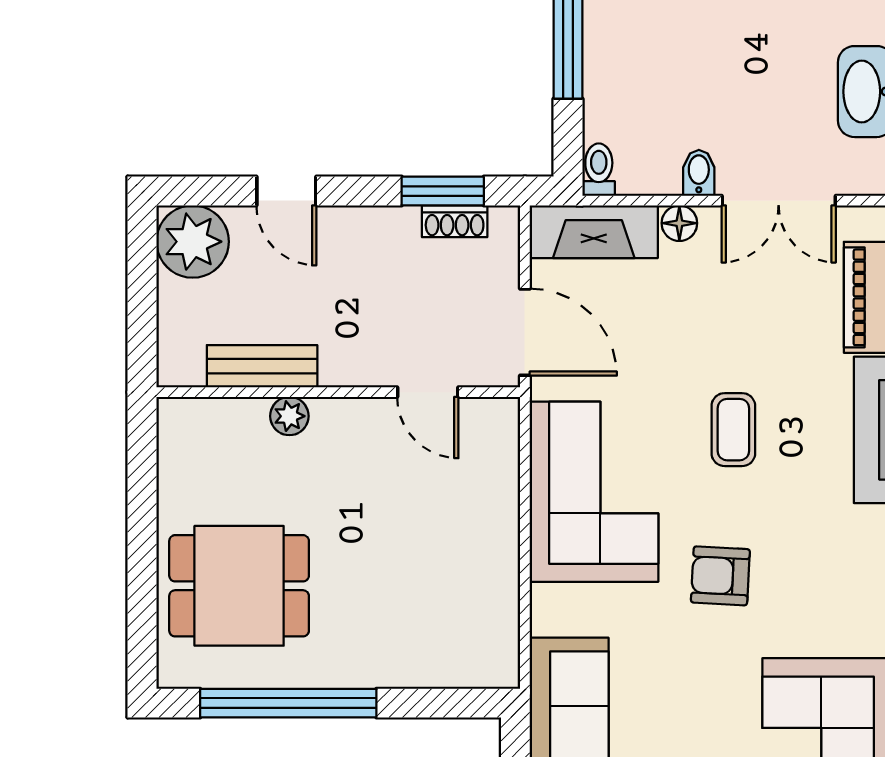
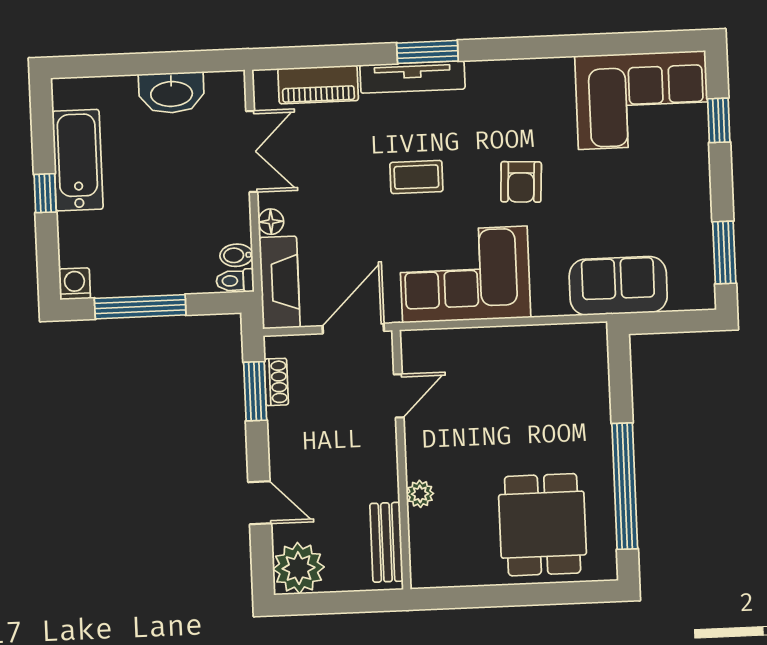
bidet: (699, 173) -> (236, 255), moved
door: (286, 191) -> (260, 503), hinge flipped
bench: (262, 366) -> (386, 542), moved

